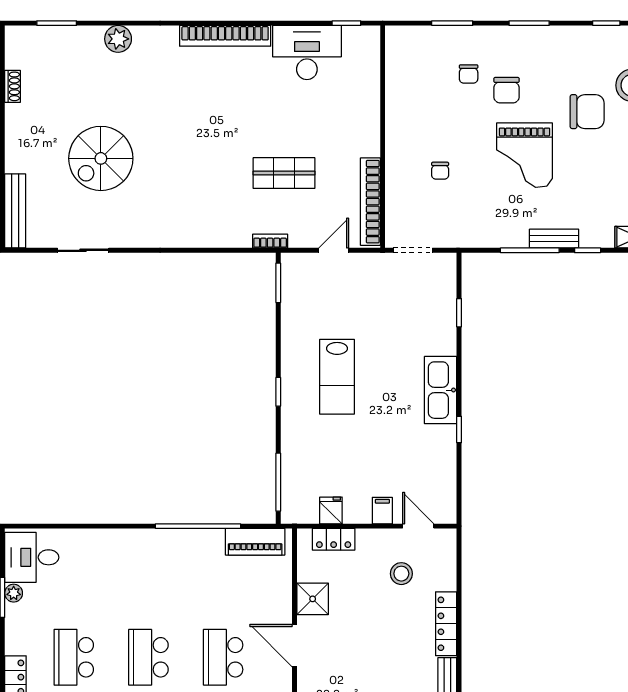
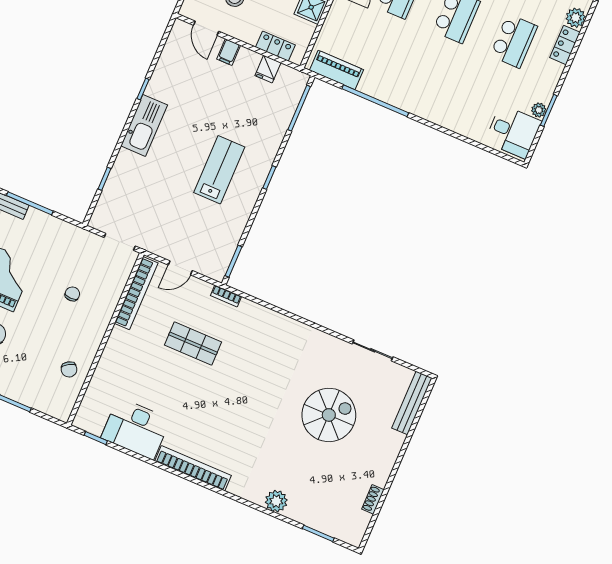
chair: (469, 74) -> (69, 369), moved, turned 149

